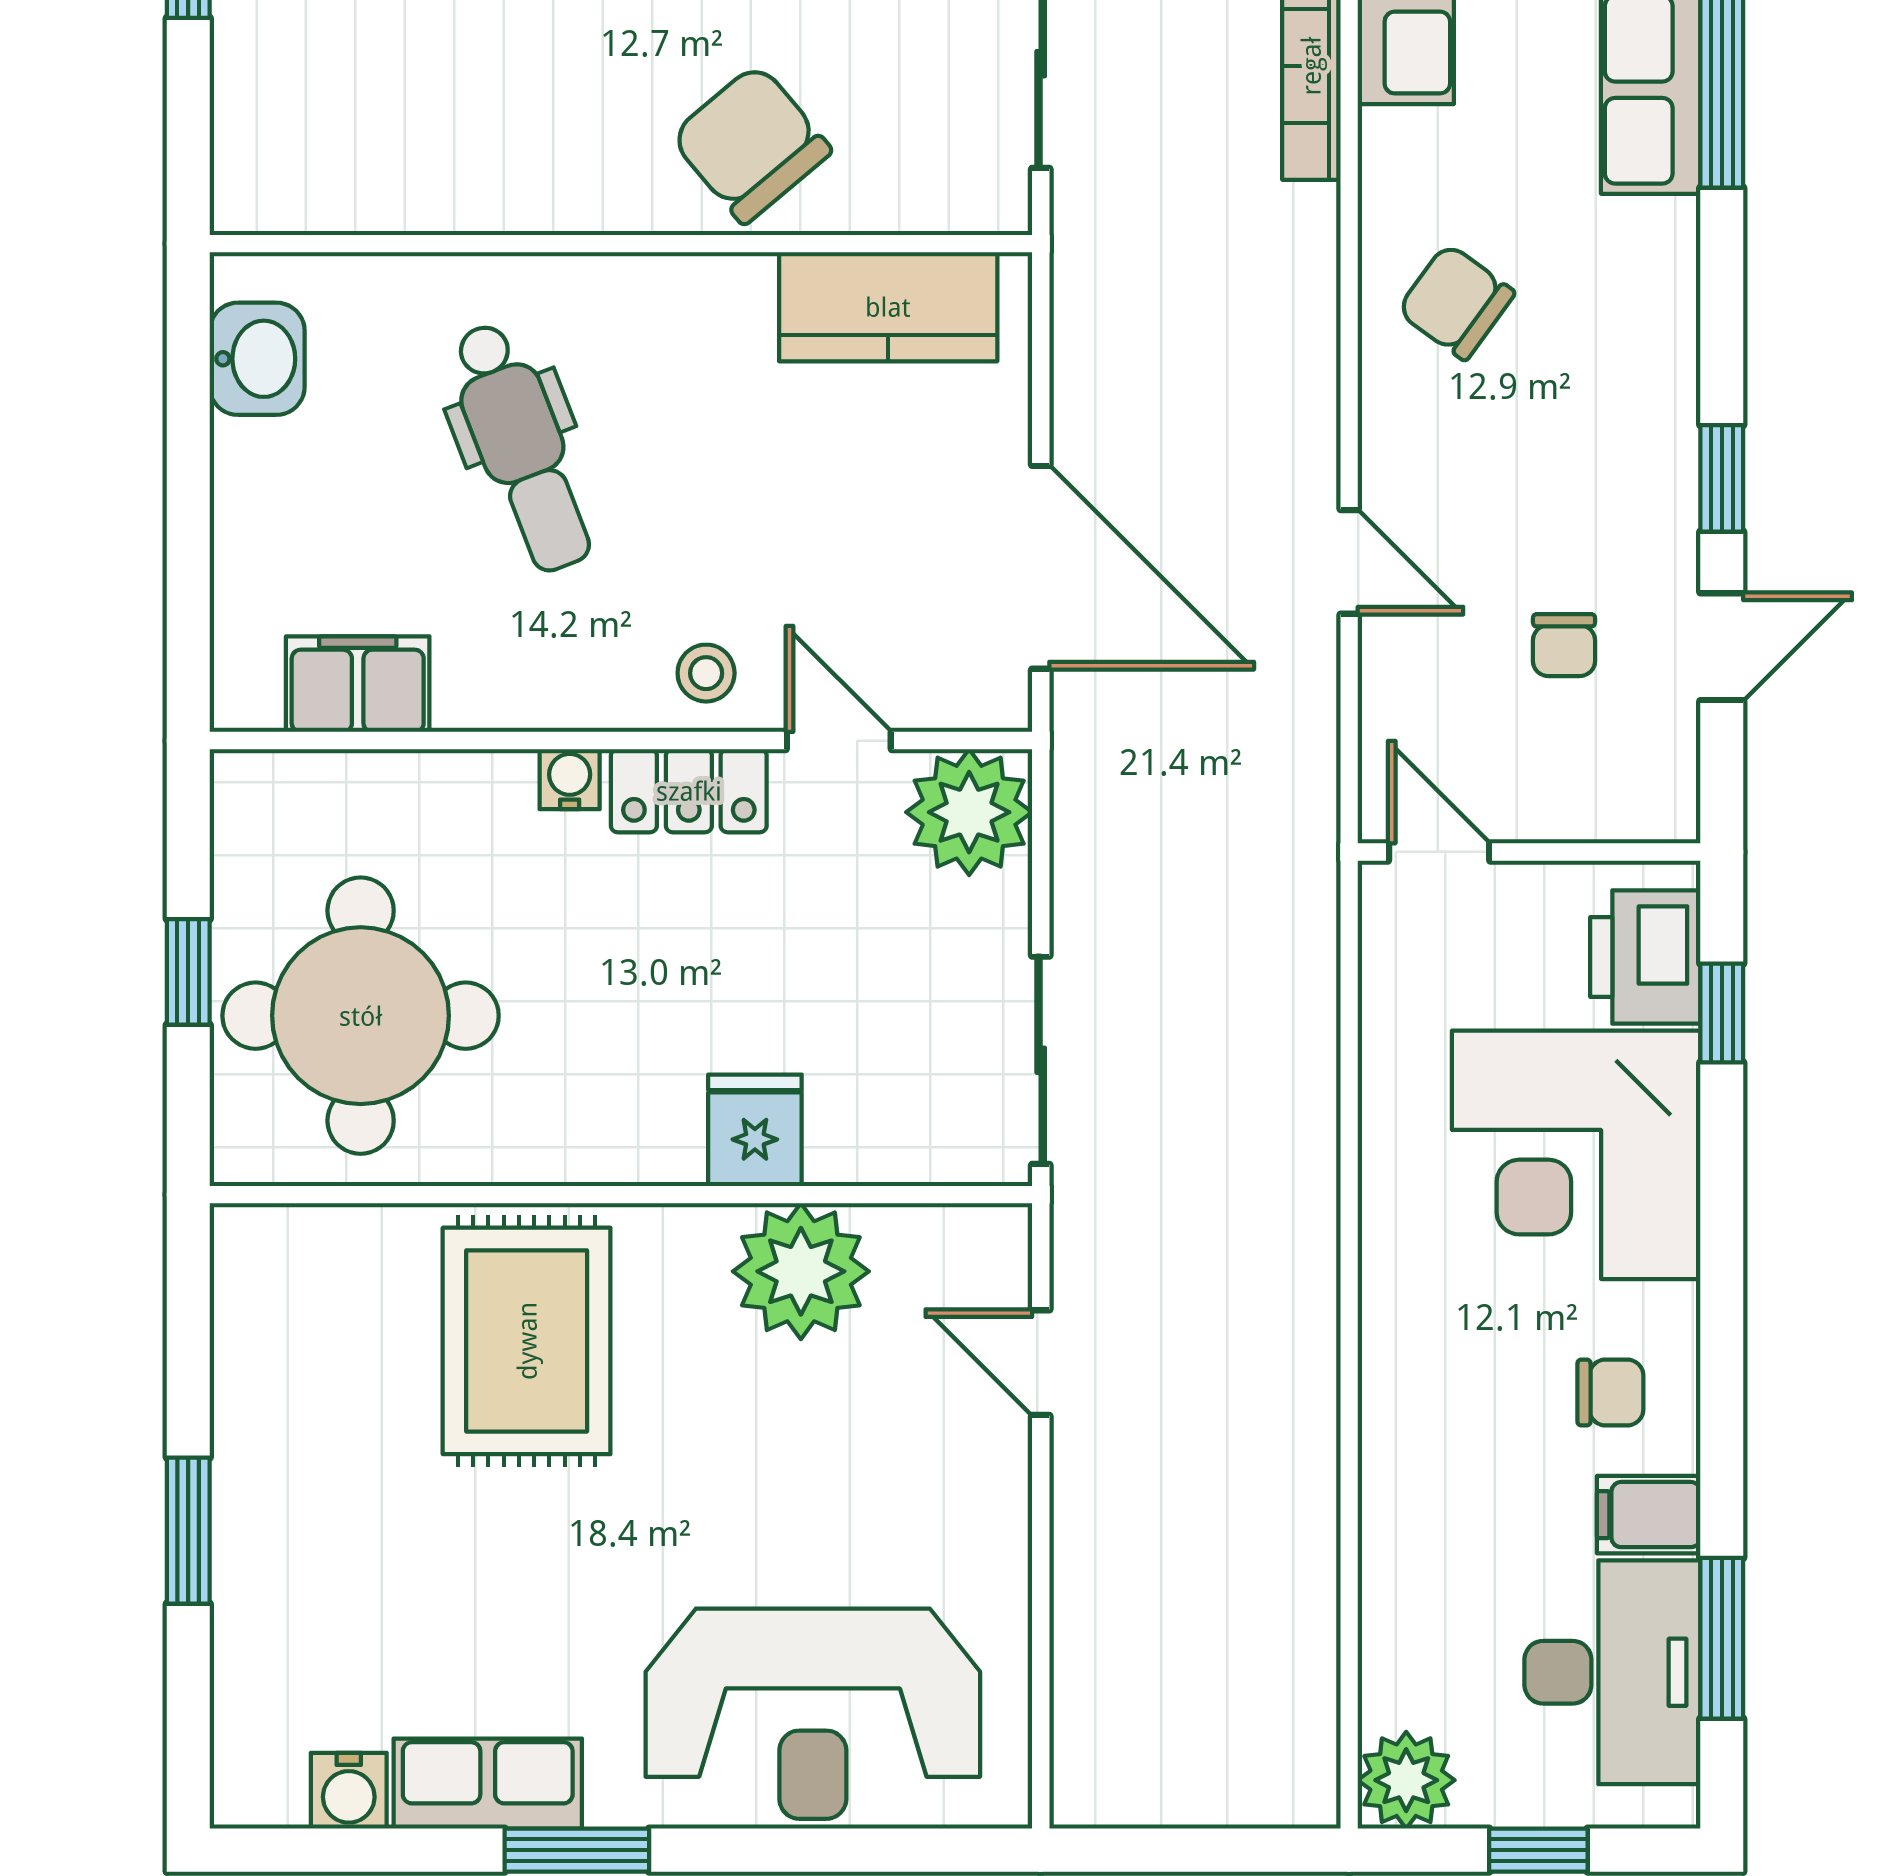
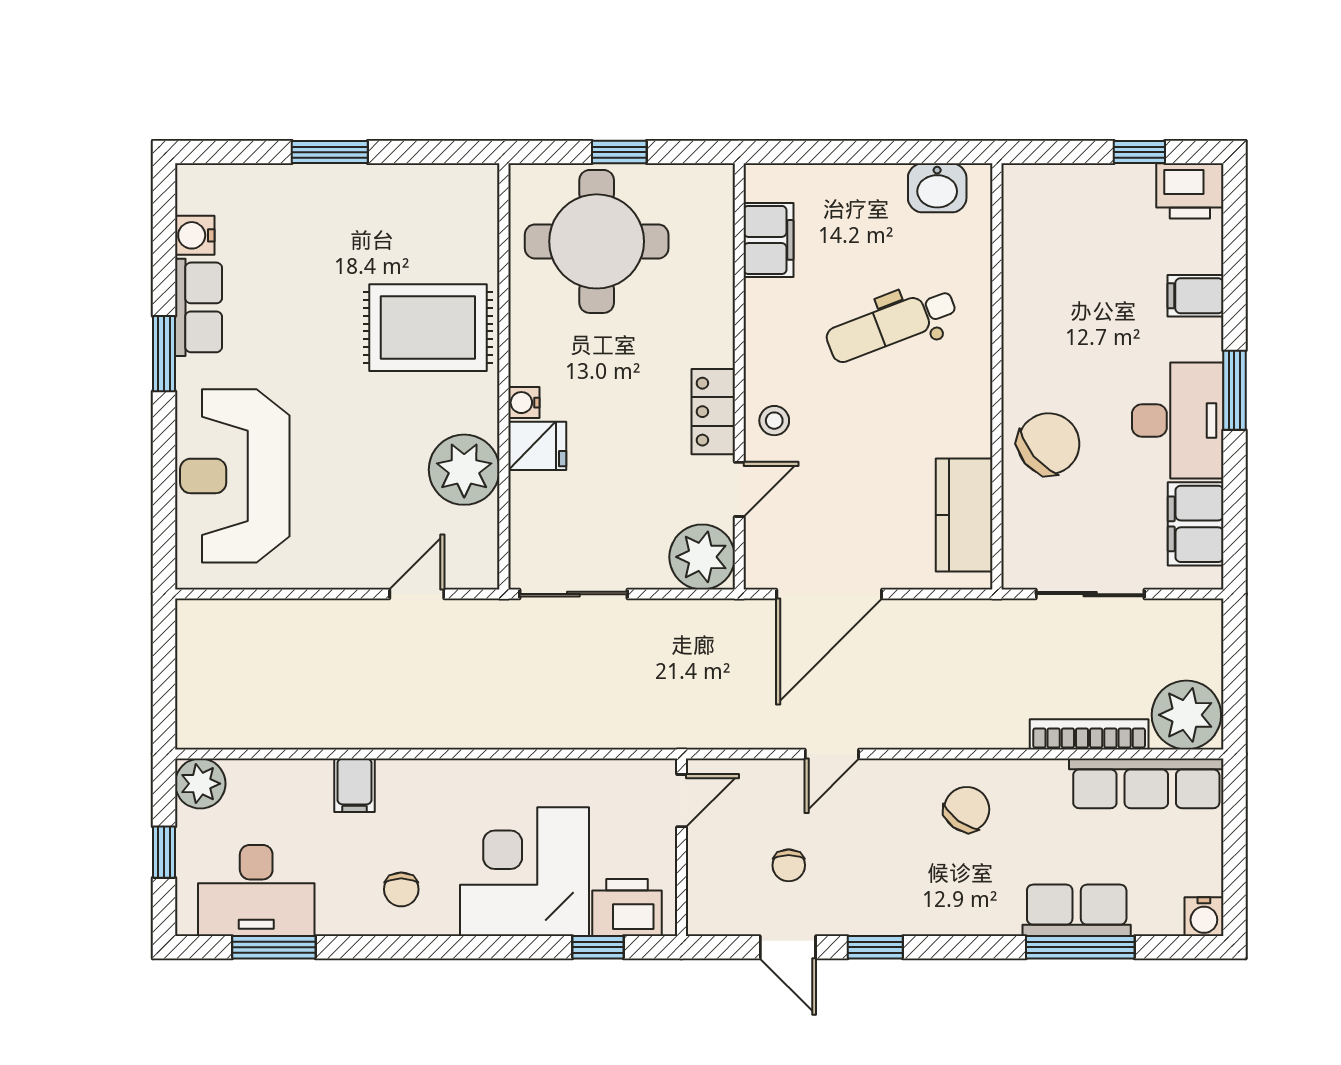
chair: (1564, 645) -> (789, 865), turned -90
water cooler: (570, 779) -> (524, 403), moved, turned 180
filing cabinet: (1649, 1515) -> (355, 785), moved, turned 180

